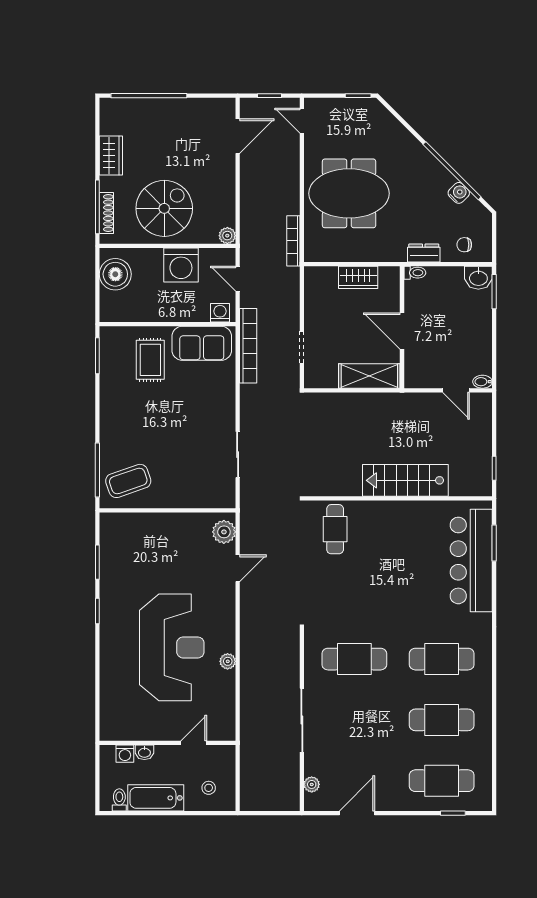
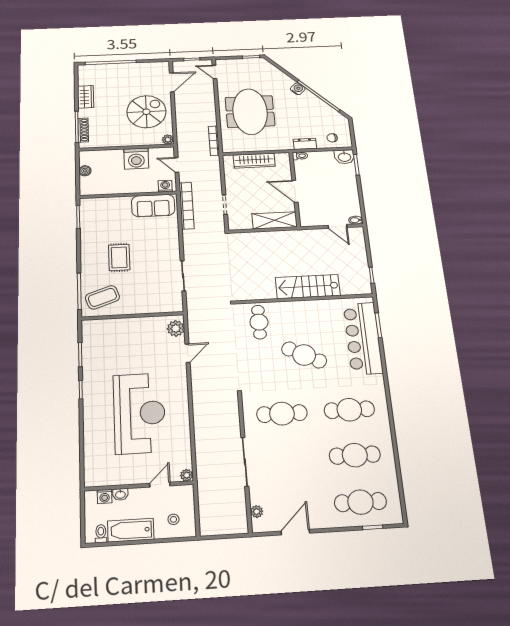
meeting table: (349, 193) -> (250, 112), turned 90
water cooler: (459, 193) -> (298, 89), moved
spiral stairs: (164, 208) -> (146, 112), moved
boiler: (115, 274) -> (85, 171), width x0.54, depth x0.54
wardrobe: (358, 277) -> (254, 161), width x1.50
rug: (150, 360) -> (119, 257), moved
cafe table: (391, 580) -> (304, 355), added
plant: (228, 661) -> (187, 475), moved

